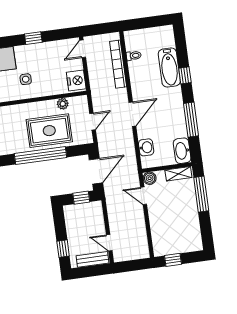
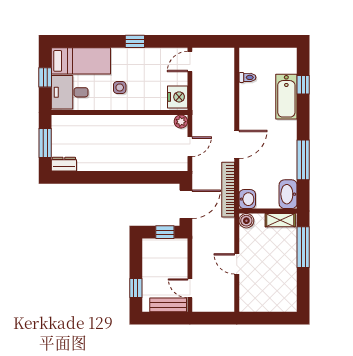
bookcase: (118, 64) -> (228, 190), moved
window: (185, 75) -> (303, 85), moved
plant: (63, 104) -> (181, 122), moved
rug: (49, 131) -> (139, 150), removed
washbasin: (146, 147) -> (247, 199), moved
window: (40, 156) -> (125, 177), removed
door: (144, 196) -> (237, 264), moved
window: (173, 260) -> (260, 318), removed

